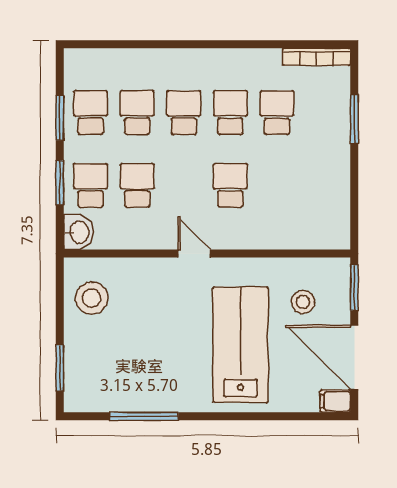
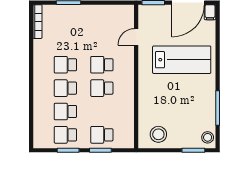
school desk: (277, 113) -> (65, 41), removed
school desk: (137, 185) -> (102, 88), moved
washbasin: (79, 232) -> (125, 141), removed
door: (194, 254) -> (136, 37), moved
stool: (303, 302) -> (208, 137), moved
lab bench: (240, 345) -> (182, 60), turned 180

